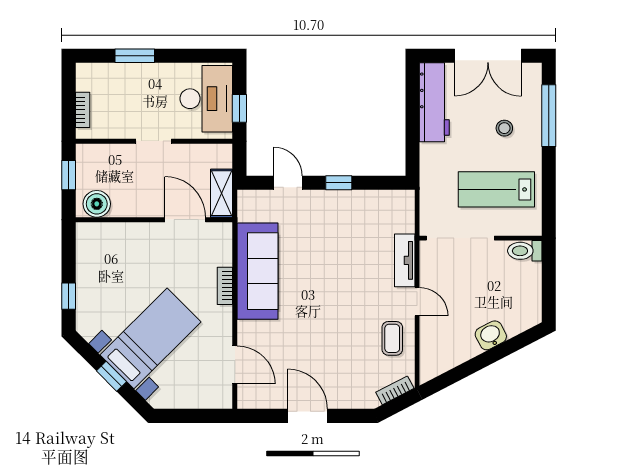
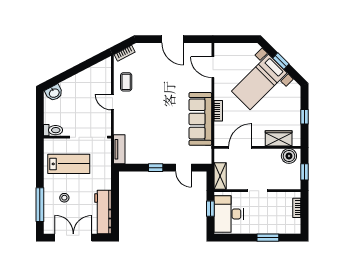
shelving: (222, 193) -> (220, 176), moved
door: (185, 220) -> (240, 147), swing flipped
wardrobe: (115, 236) -> (279, 138), added
tv unit: (405, 260) -> (119, 149), moved
window: (69, 296) -> (304, 117), moved
washbasin: (491, 335) -> (54, 93), moved

